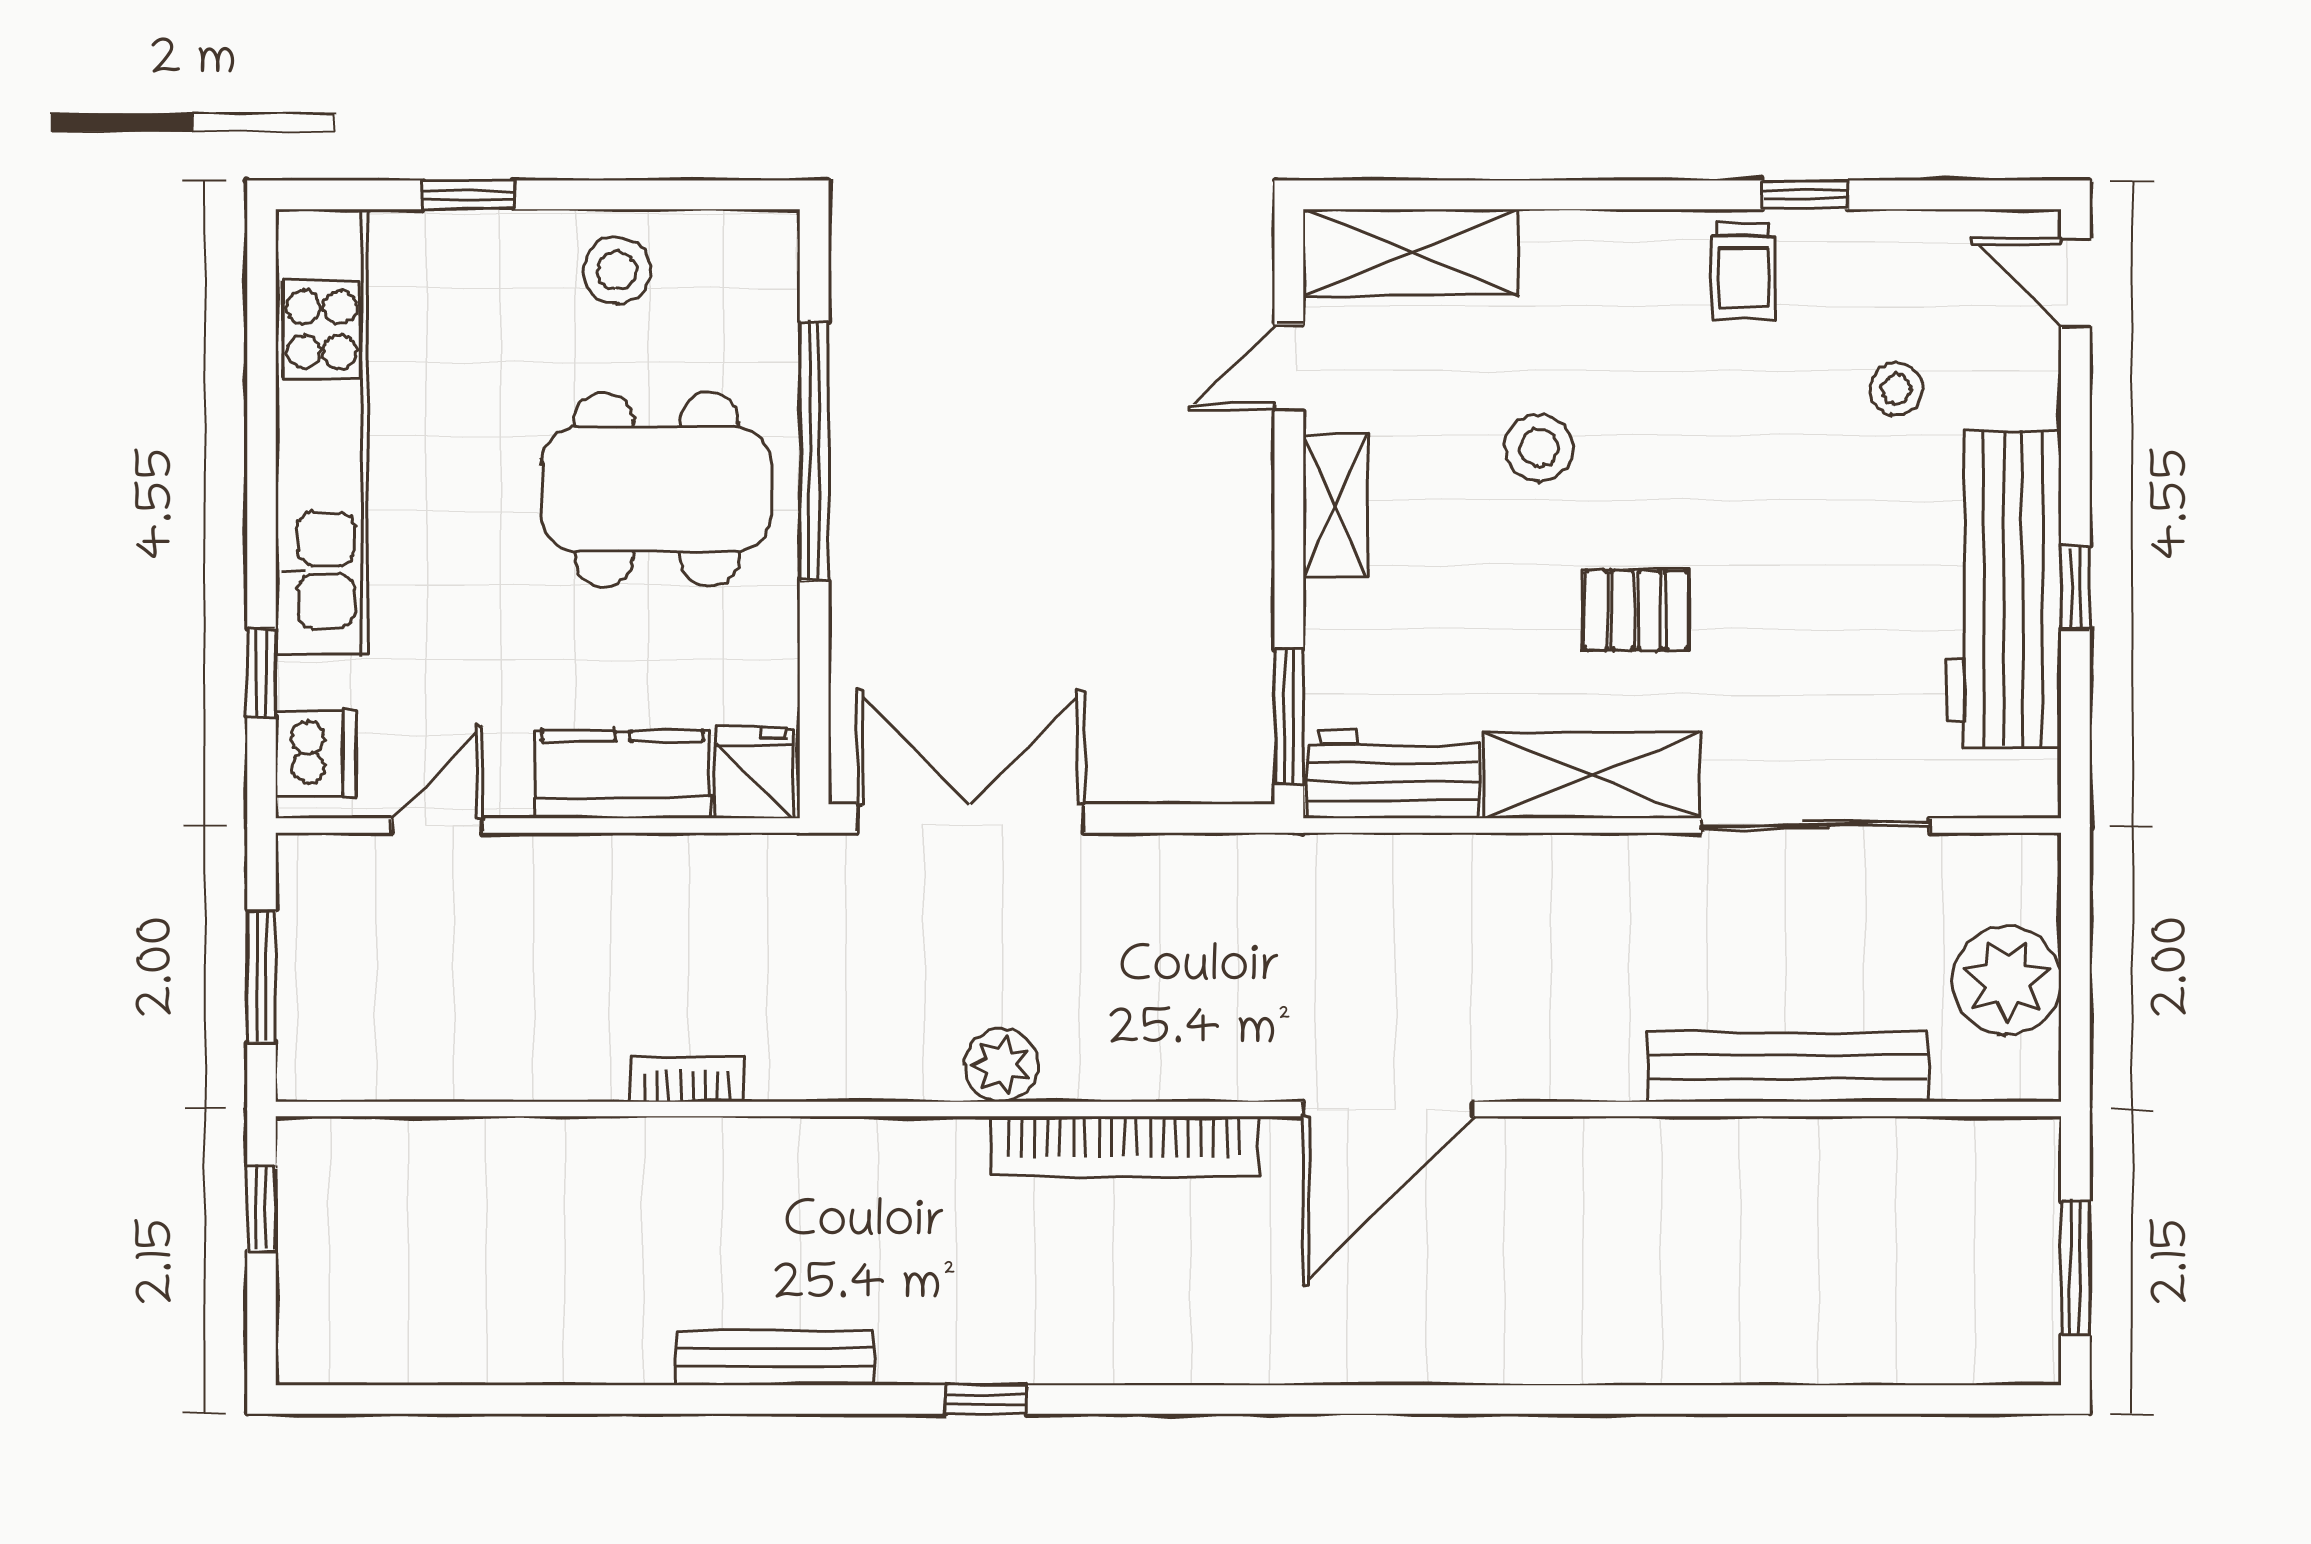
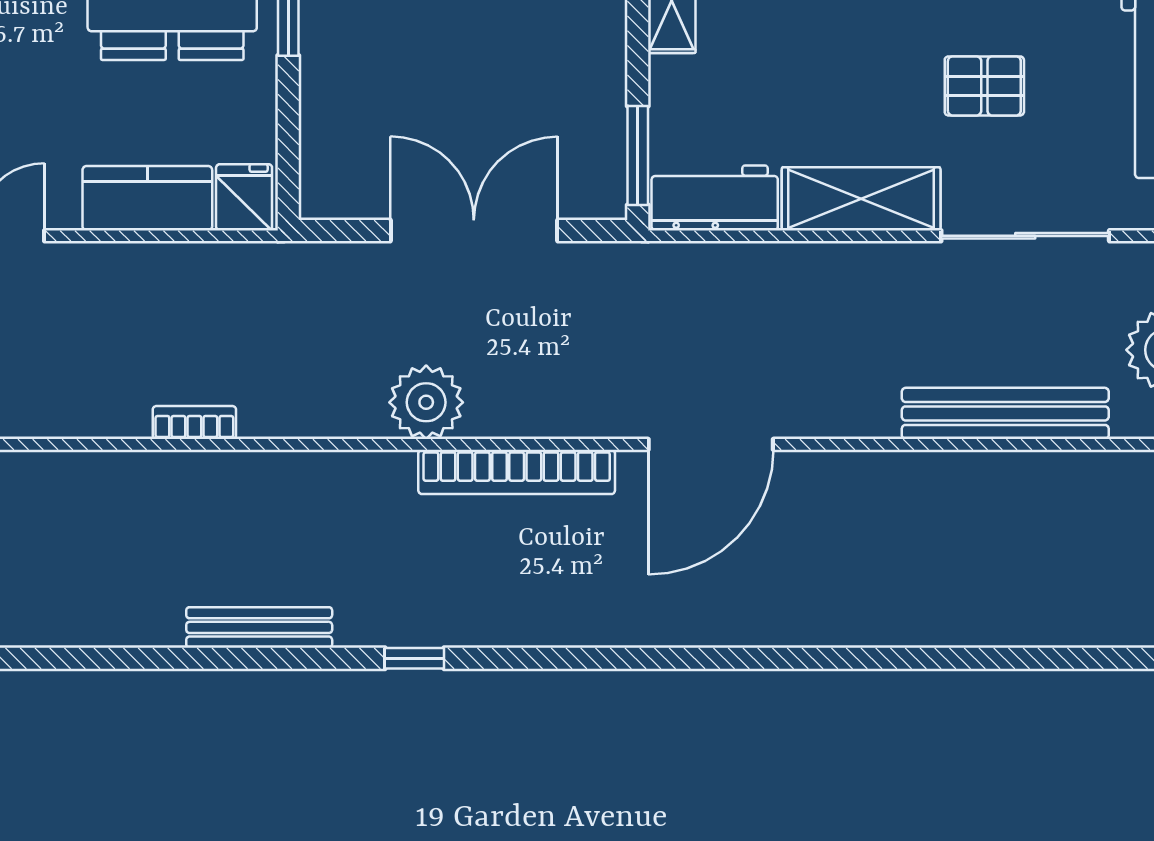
pallet: (1636, 610) -> (984, 86), moved
double door: (970, 818) -> (474, 231), moved
plant: (1001, 1065) -> (426, 402), width x1.36, depth x1.36

